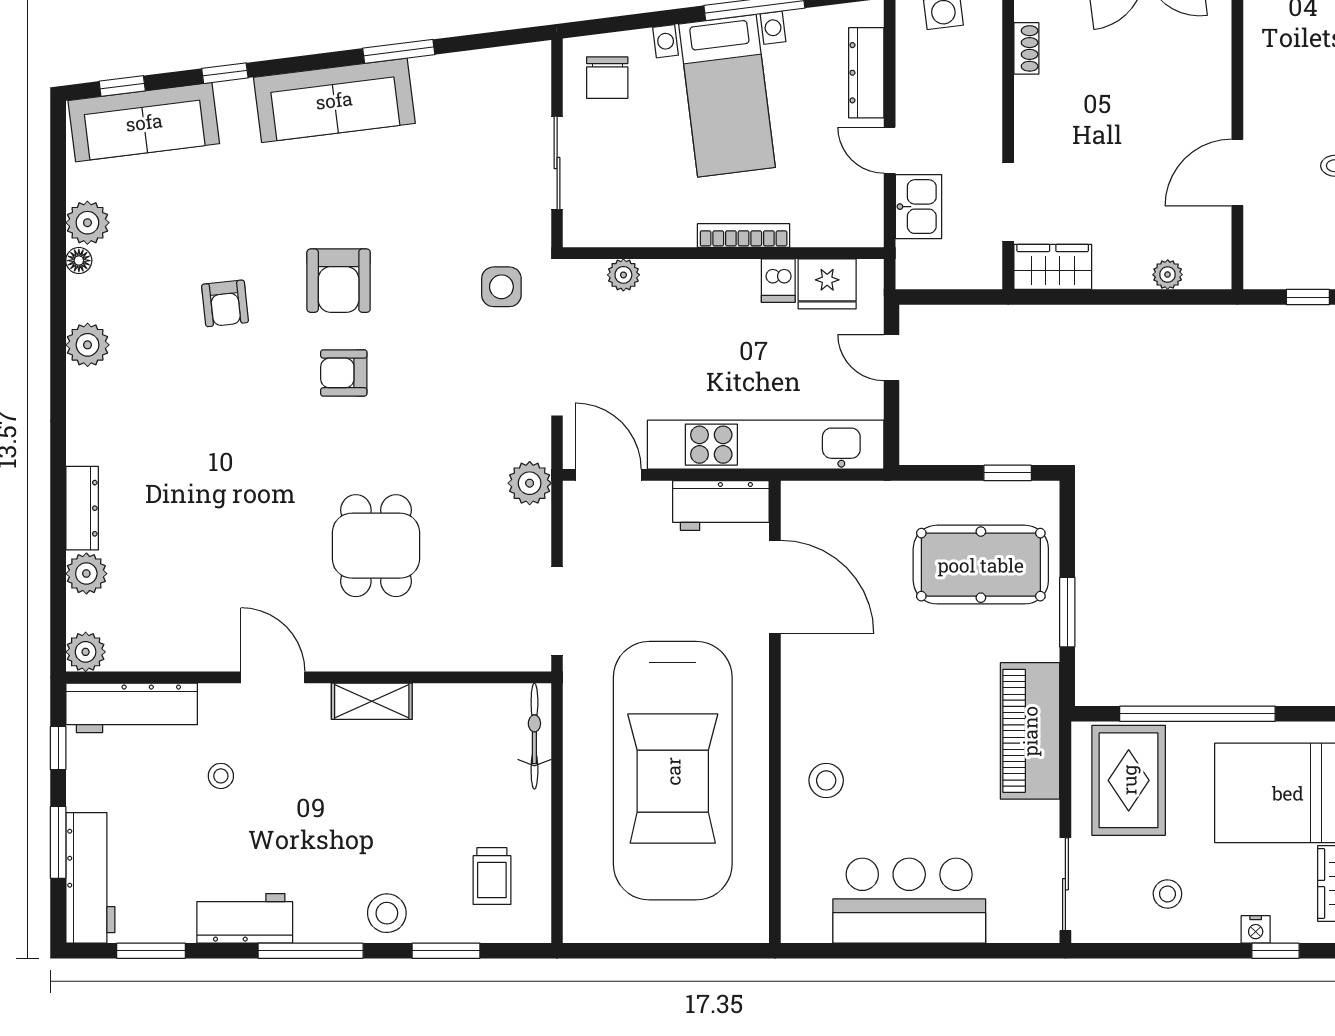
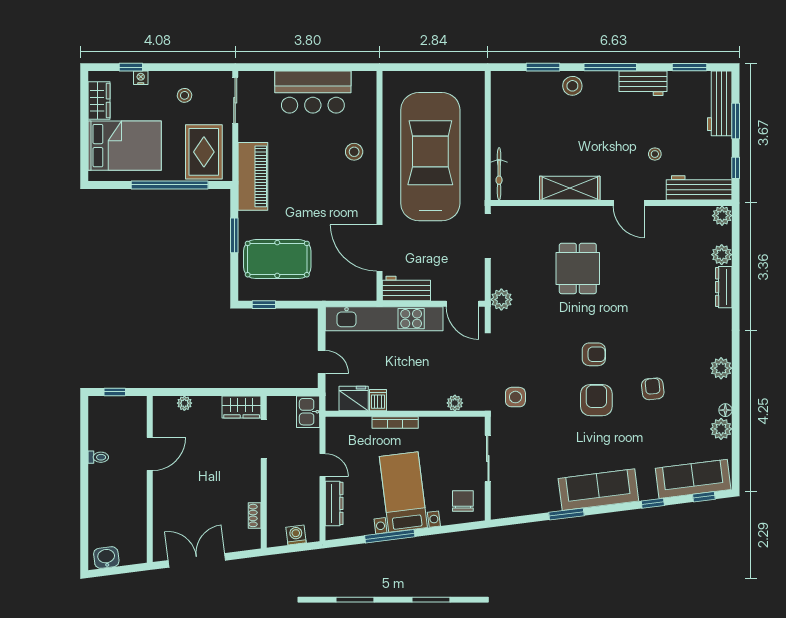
kitchen sink: (919, 207) -> (308, 412), moved
shelving: (372, 701) -> (570, 188), width x1.50, depth x1.33
trolley: (492, 876) -> (520, 104), removed

